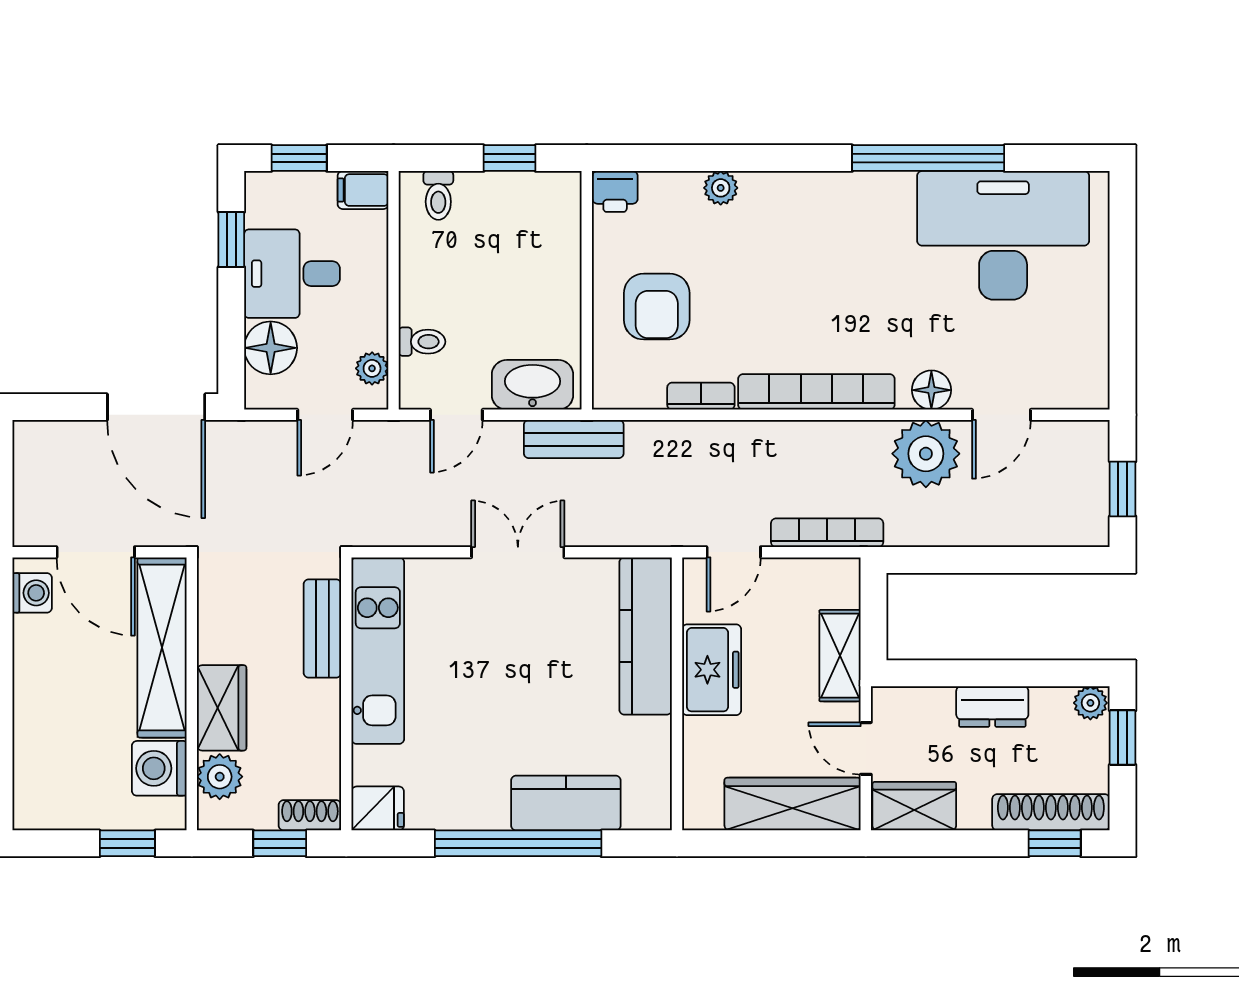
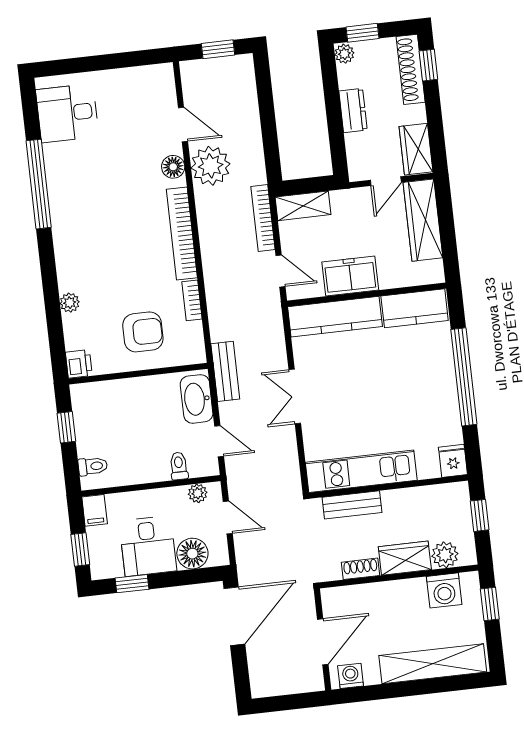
desk: (1003, 235) -> (67, 113), width x0.53, depth x0.77
shelving: (162, 647) -> (433, 664), moved
shelving: (840, 656) -> (303, 206), moved
kitchen counter: (566, 803) -> (415, 308), moved, turned -90
shoe rack: (310, 815) -> (361, 569), moved, turned 90

